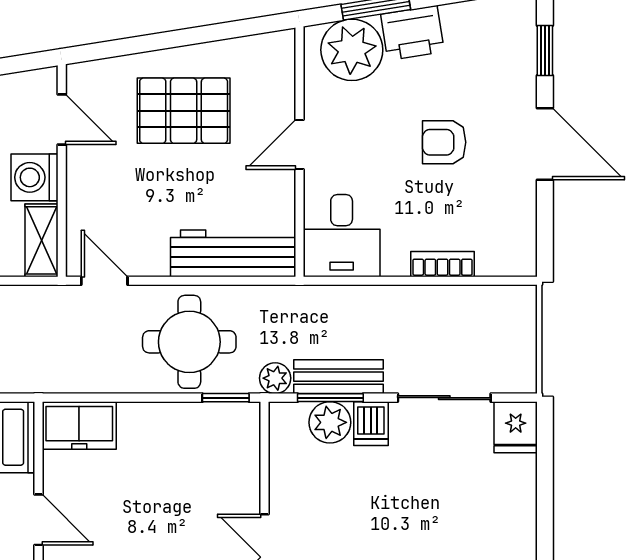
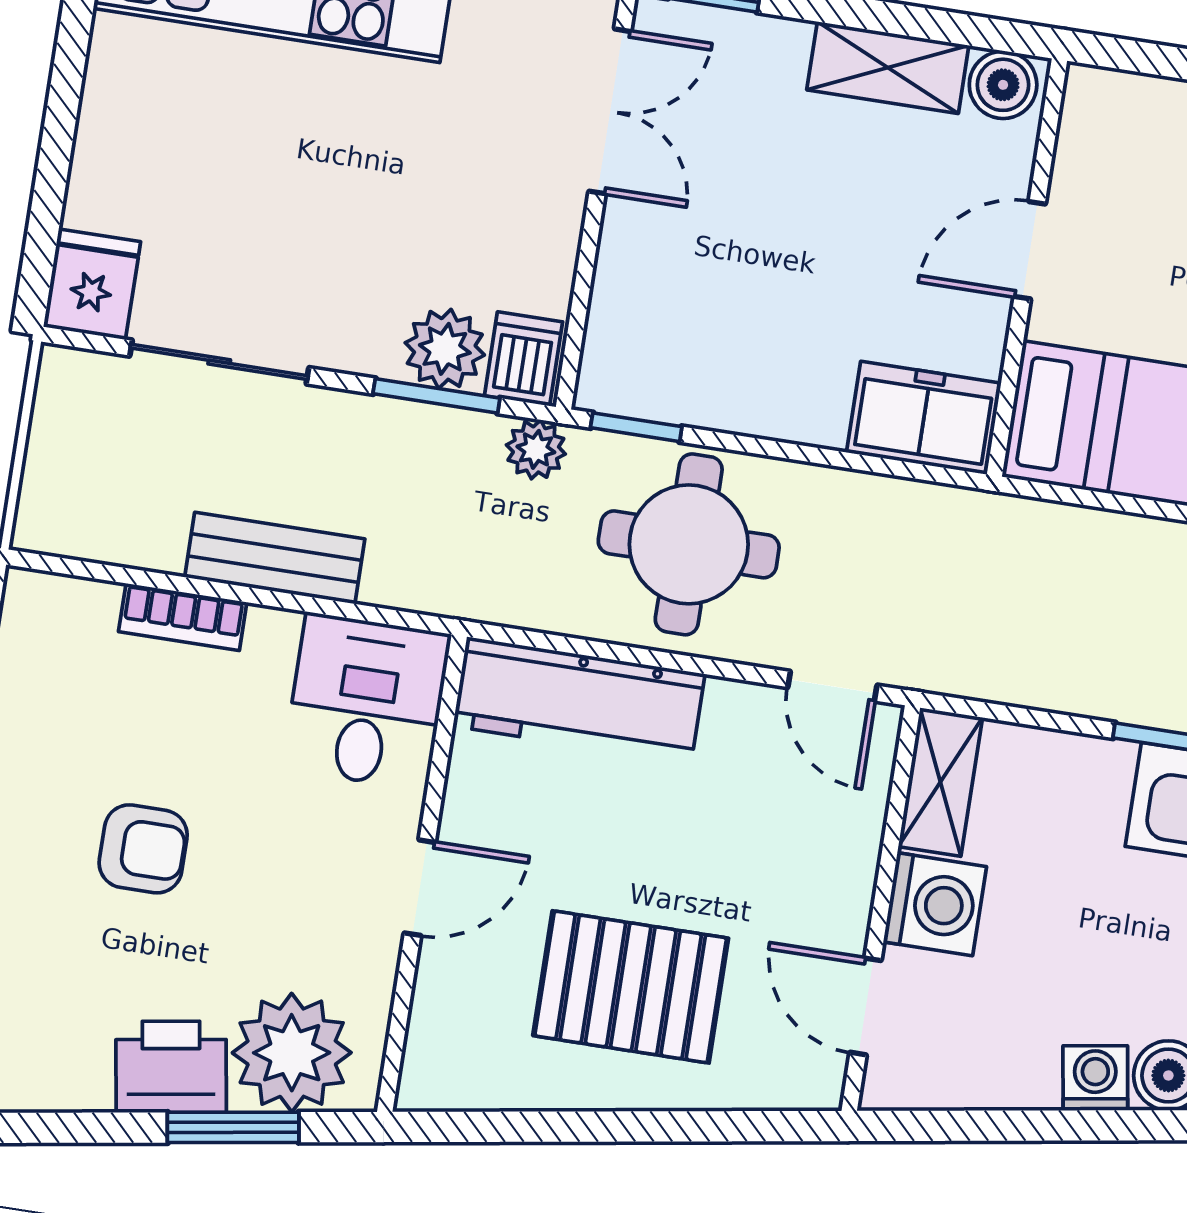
bench: (338, 377) -> (275, 558), moved
dishwasher: (371, 424) -> (523, 359), moved
door: (38, 520) -> (1030, 250), hinge flipped

